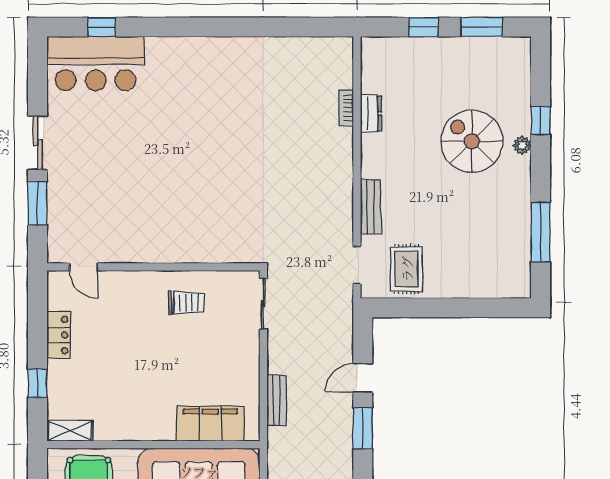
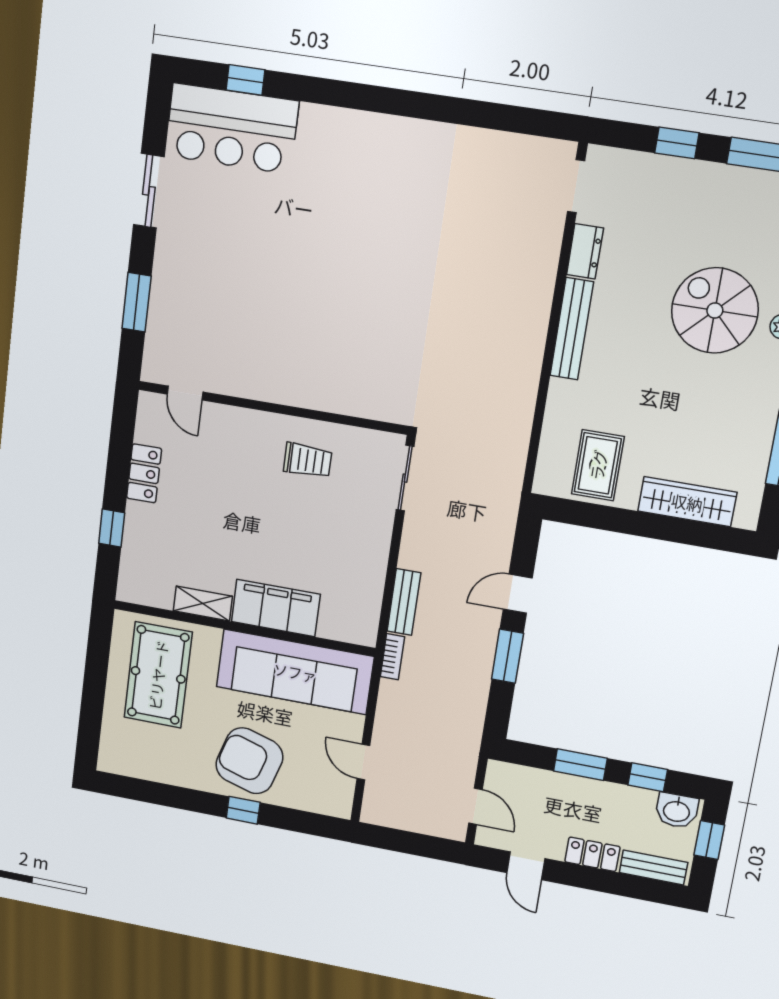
bookcase: (346, 108) -> (392, 657), moved, turned 180
sliding door: (38, 143) -> (149, 191), moved
bench: (371, 207) -> (572, 329), moved, width x1.36
doorway: (357, 265) -> (576, 186), moved
wardrobe: (477, 285) -> (687, 502), added
filing cabinet: (210, 424) -> (276, 608), moved
shelving: (70, 431) -> (203, 604), moved

